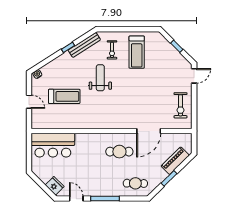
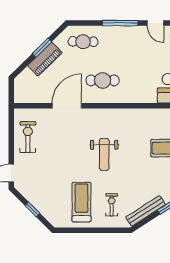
weight bench: (100, 78) -> (104, 154), moved
piano: (175, 161) -> (45, 59), moved

